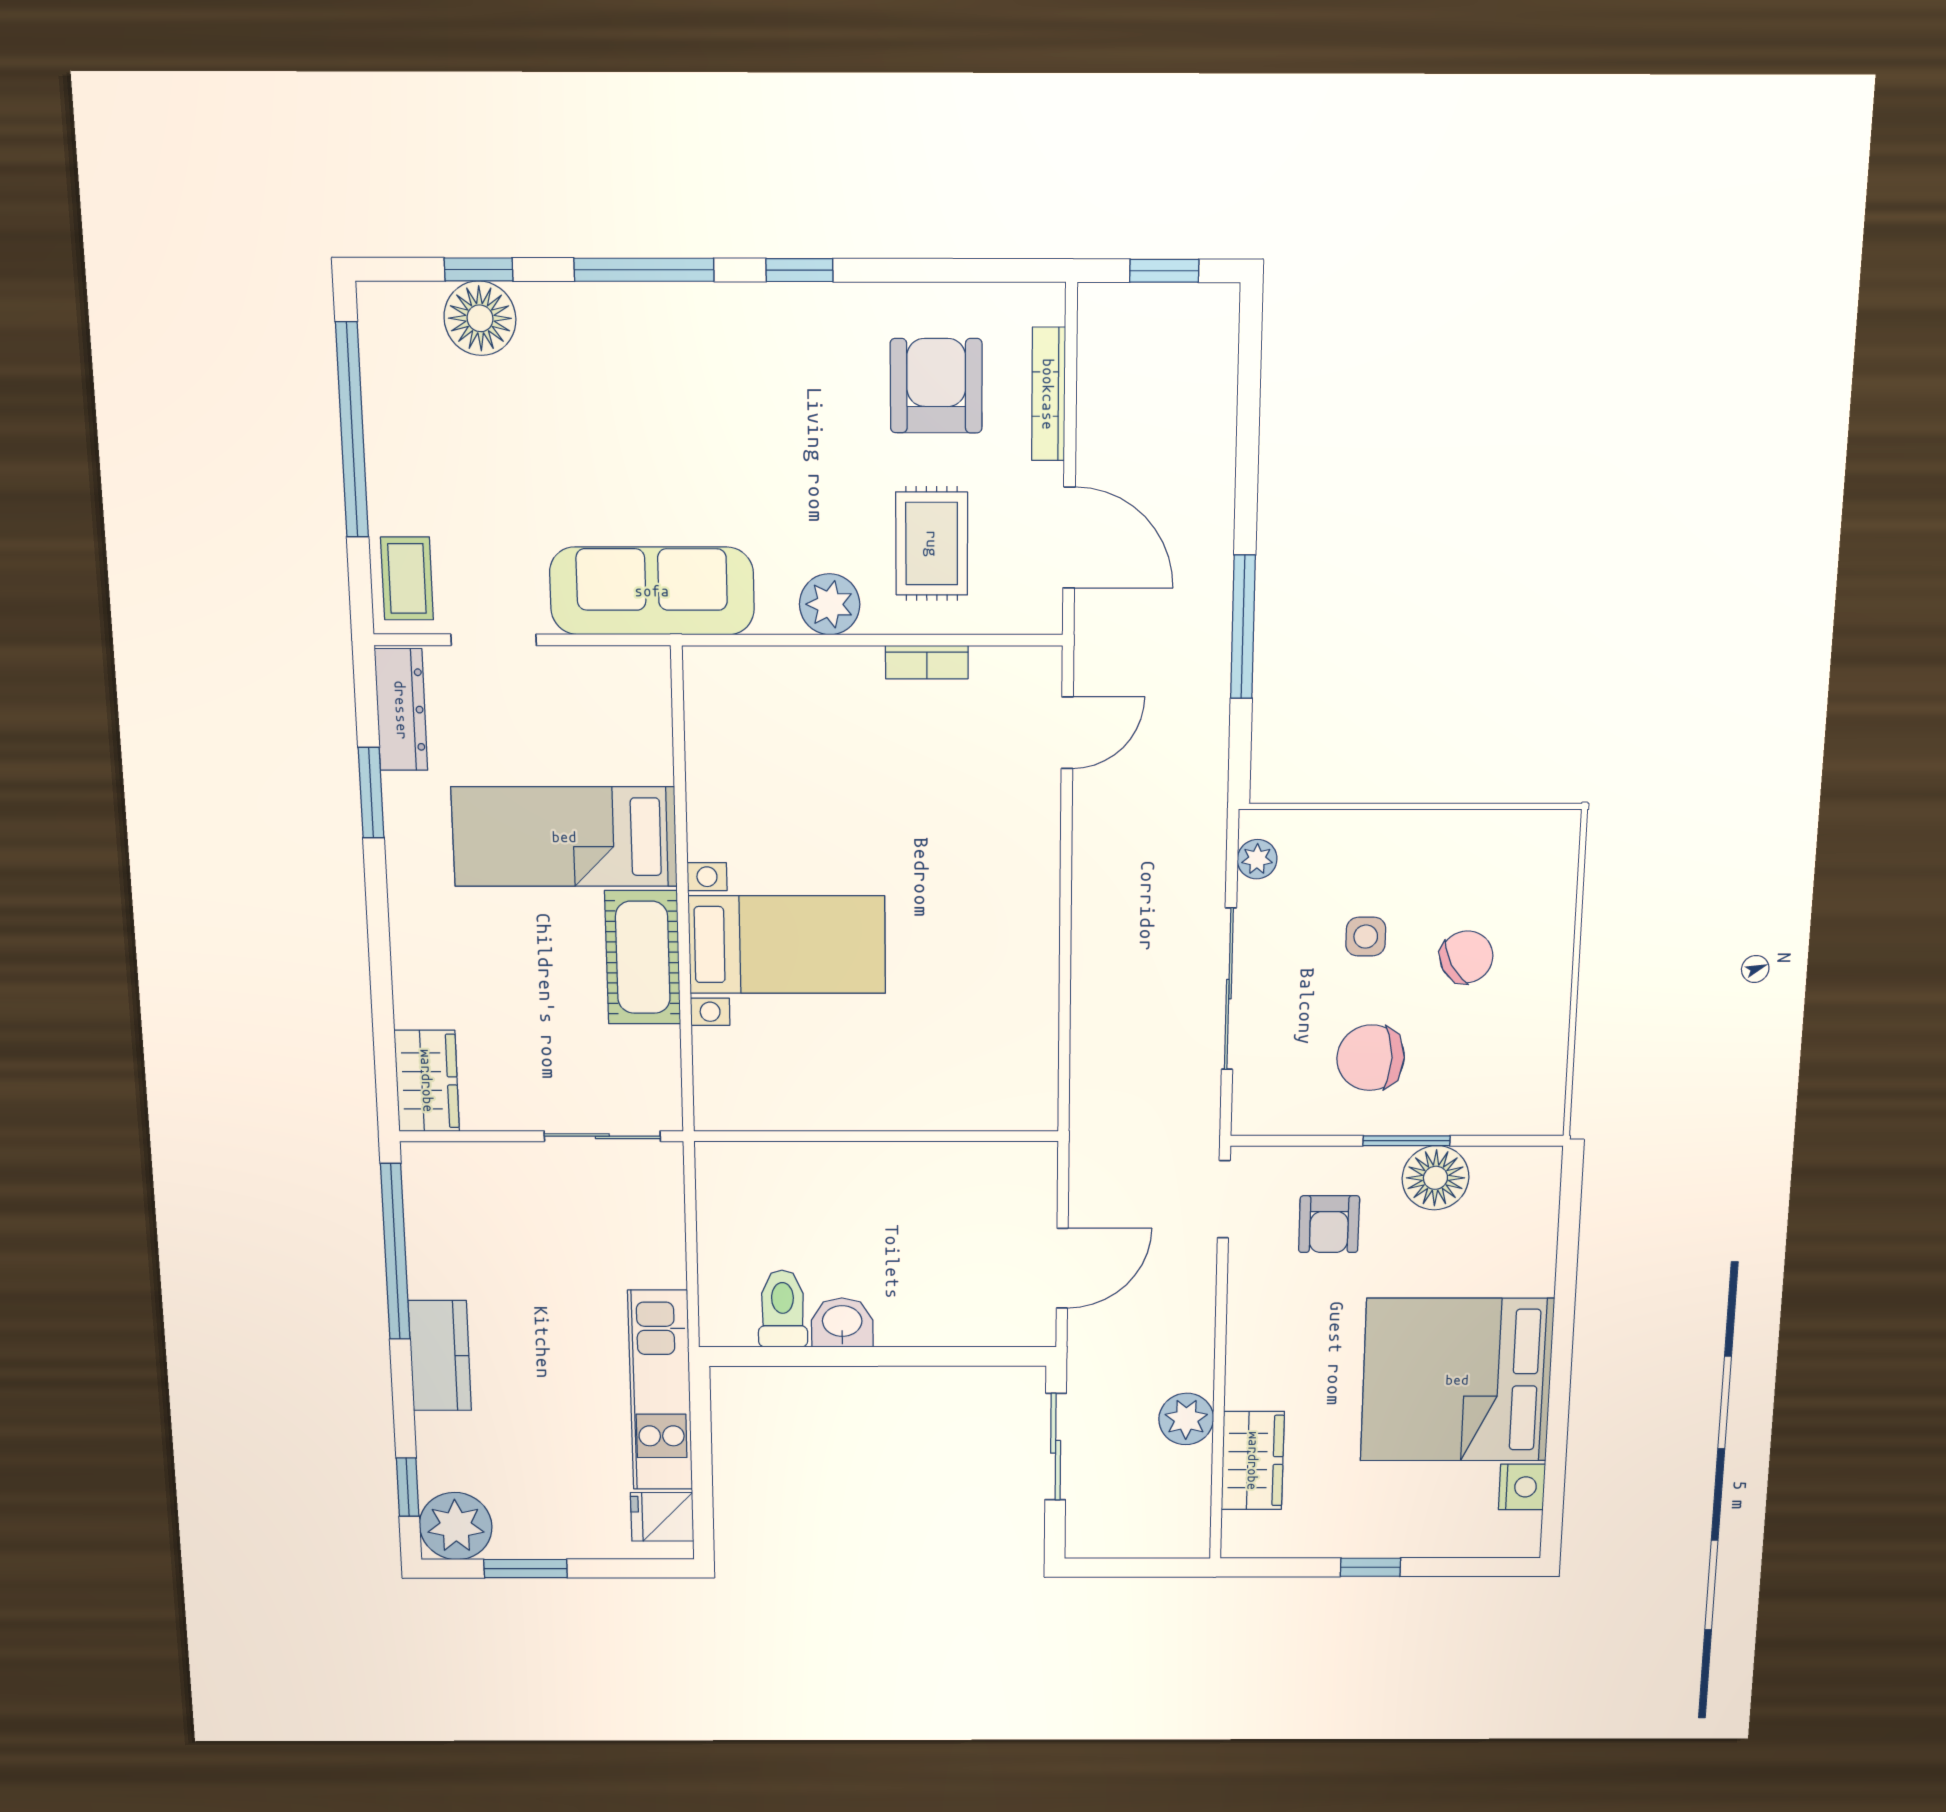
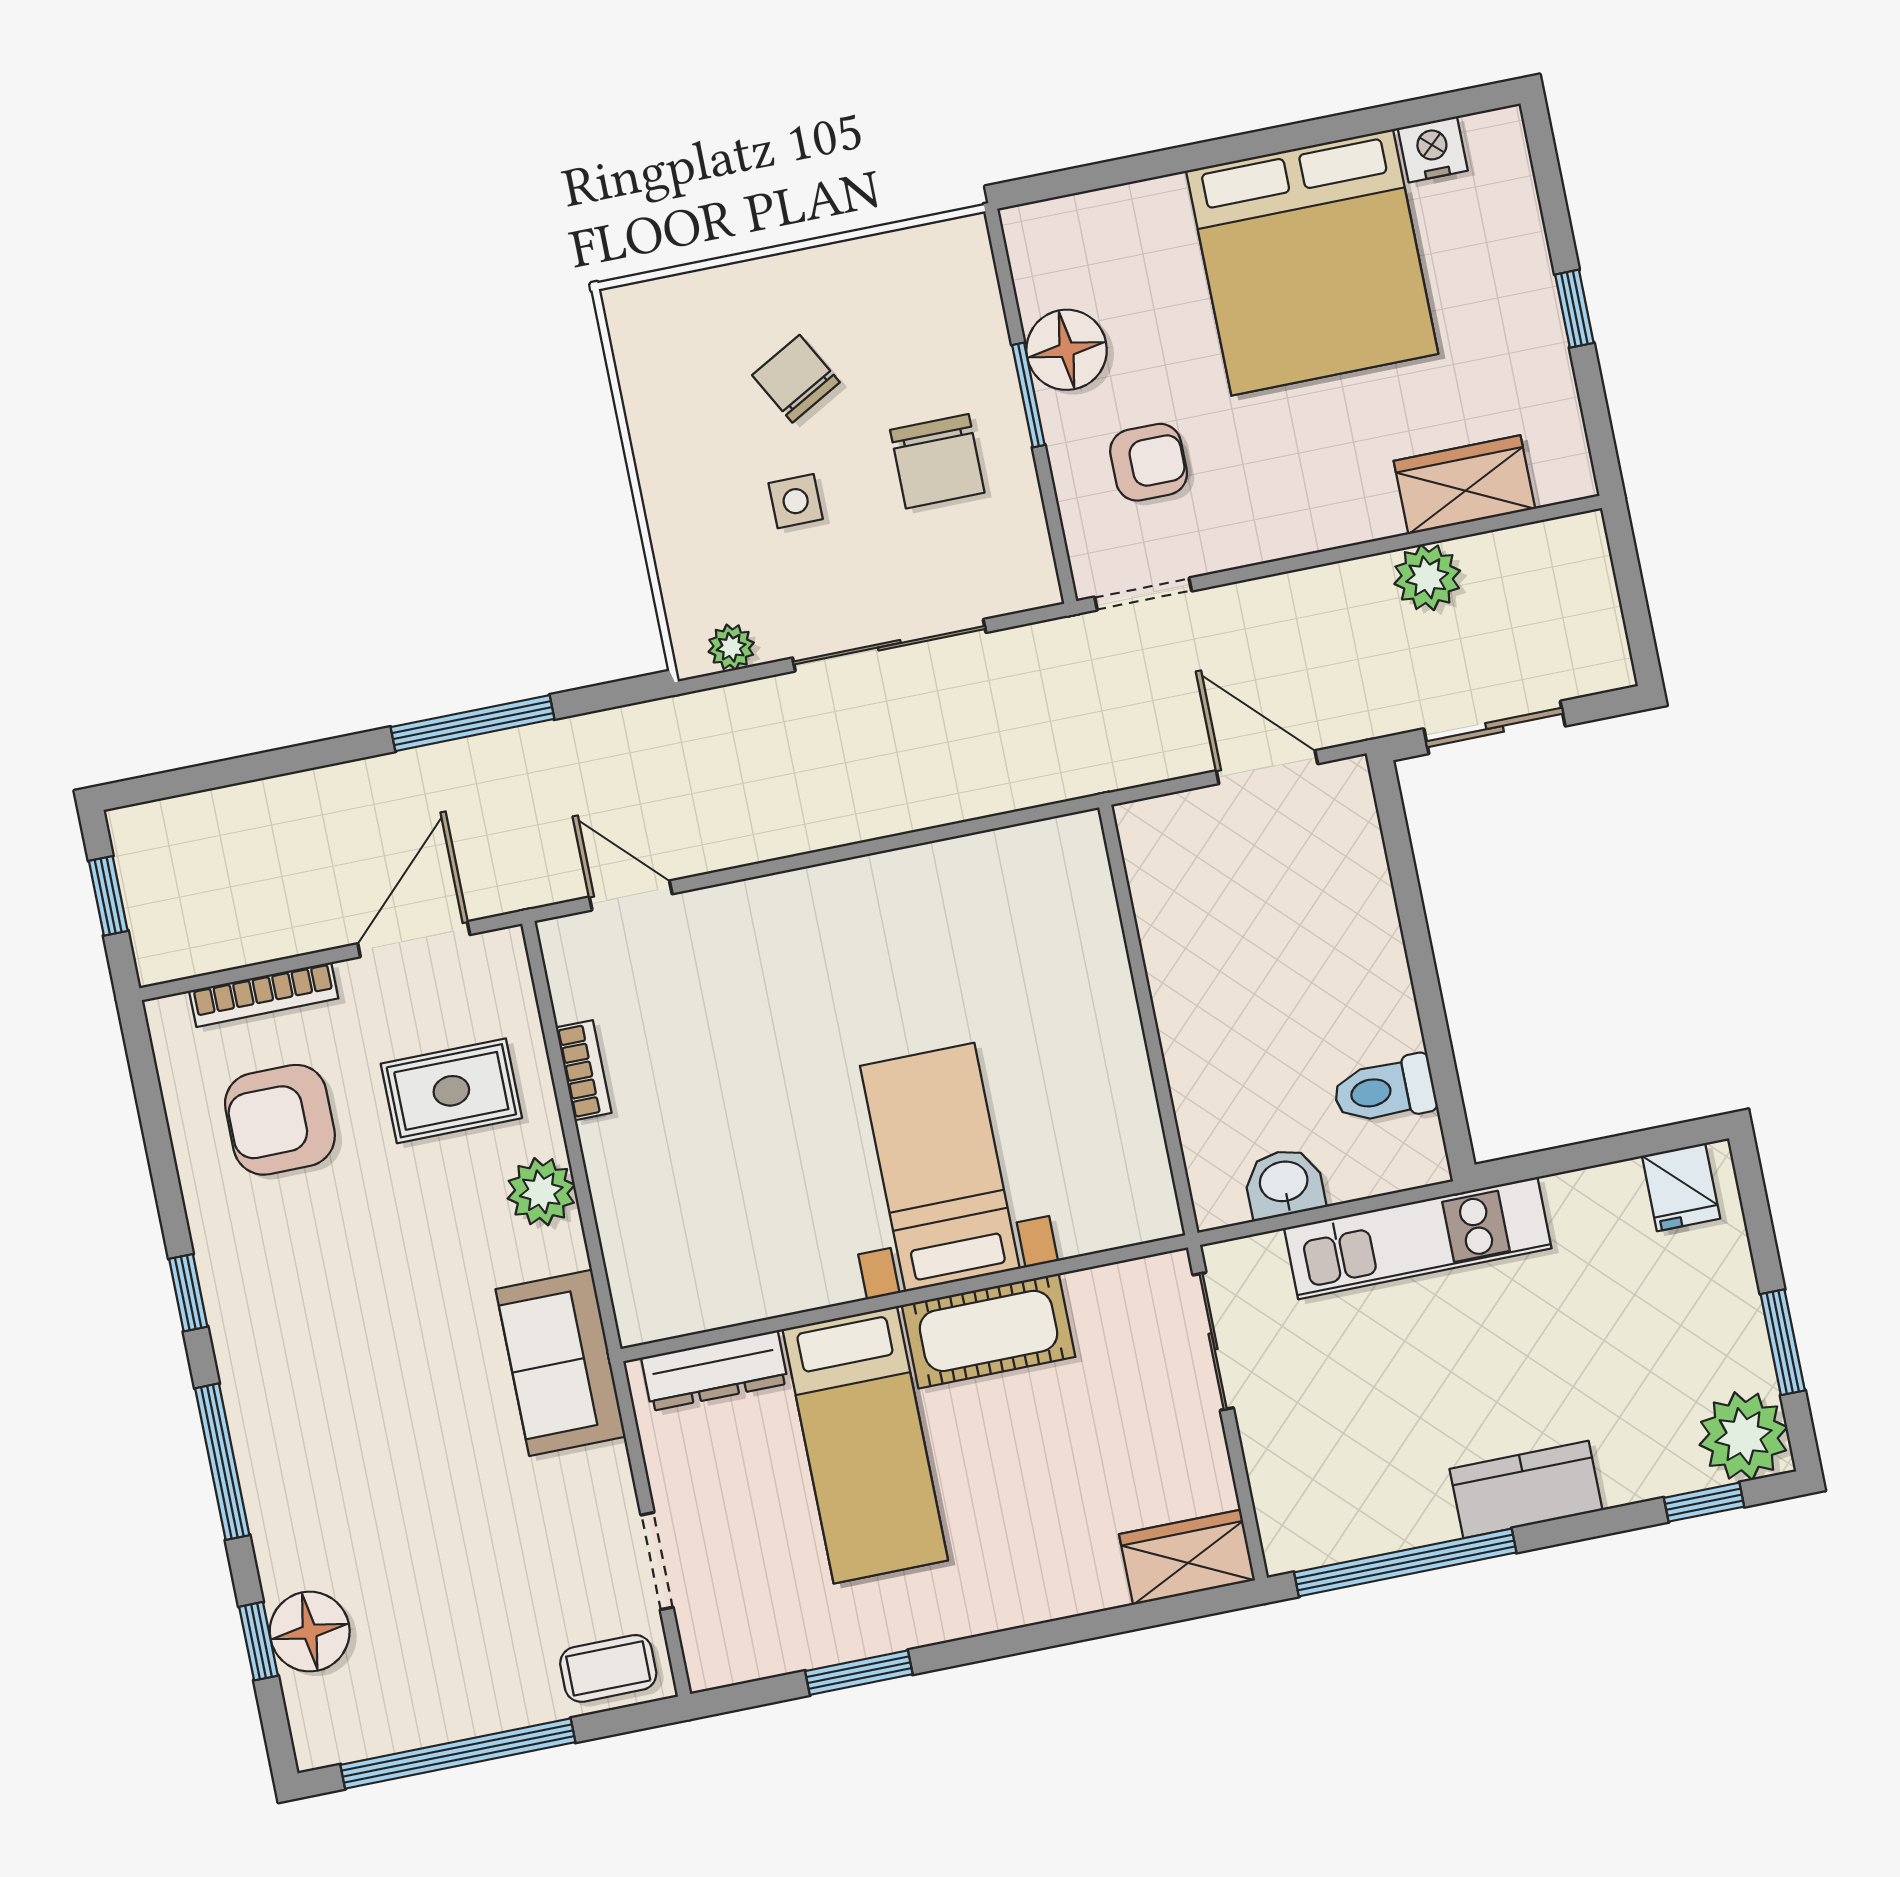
sofa: (652, 591) -> (561, 1363), width x0.73
dresser: (401, 710) -> (715, 1371), moved, turned 180
washbasin: (842, 1323) -> (1284, 1183), moved, turned 90
kitchen unit: (660, 1390) -> (1418, 1238), moved

